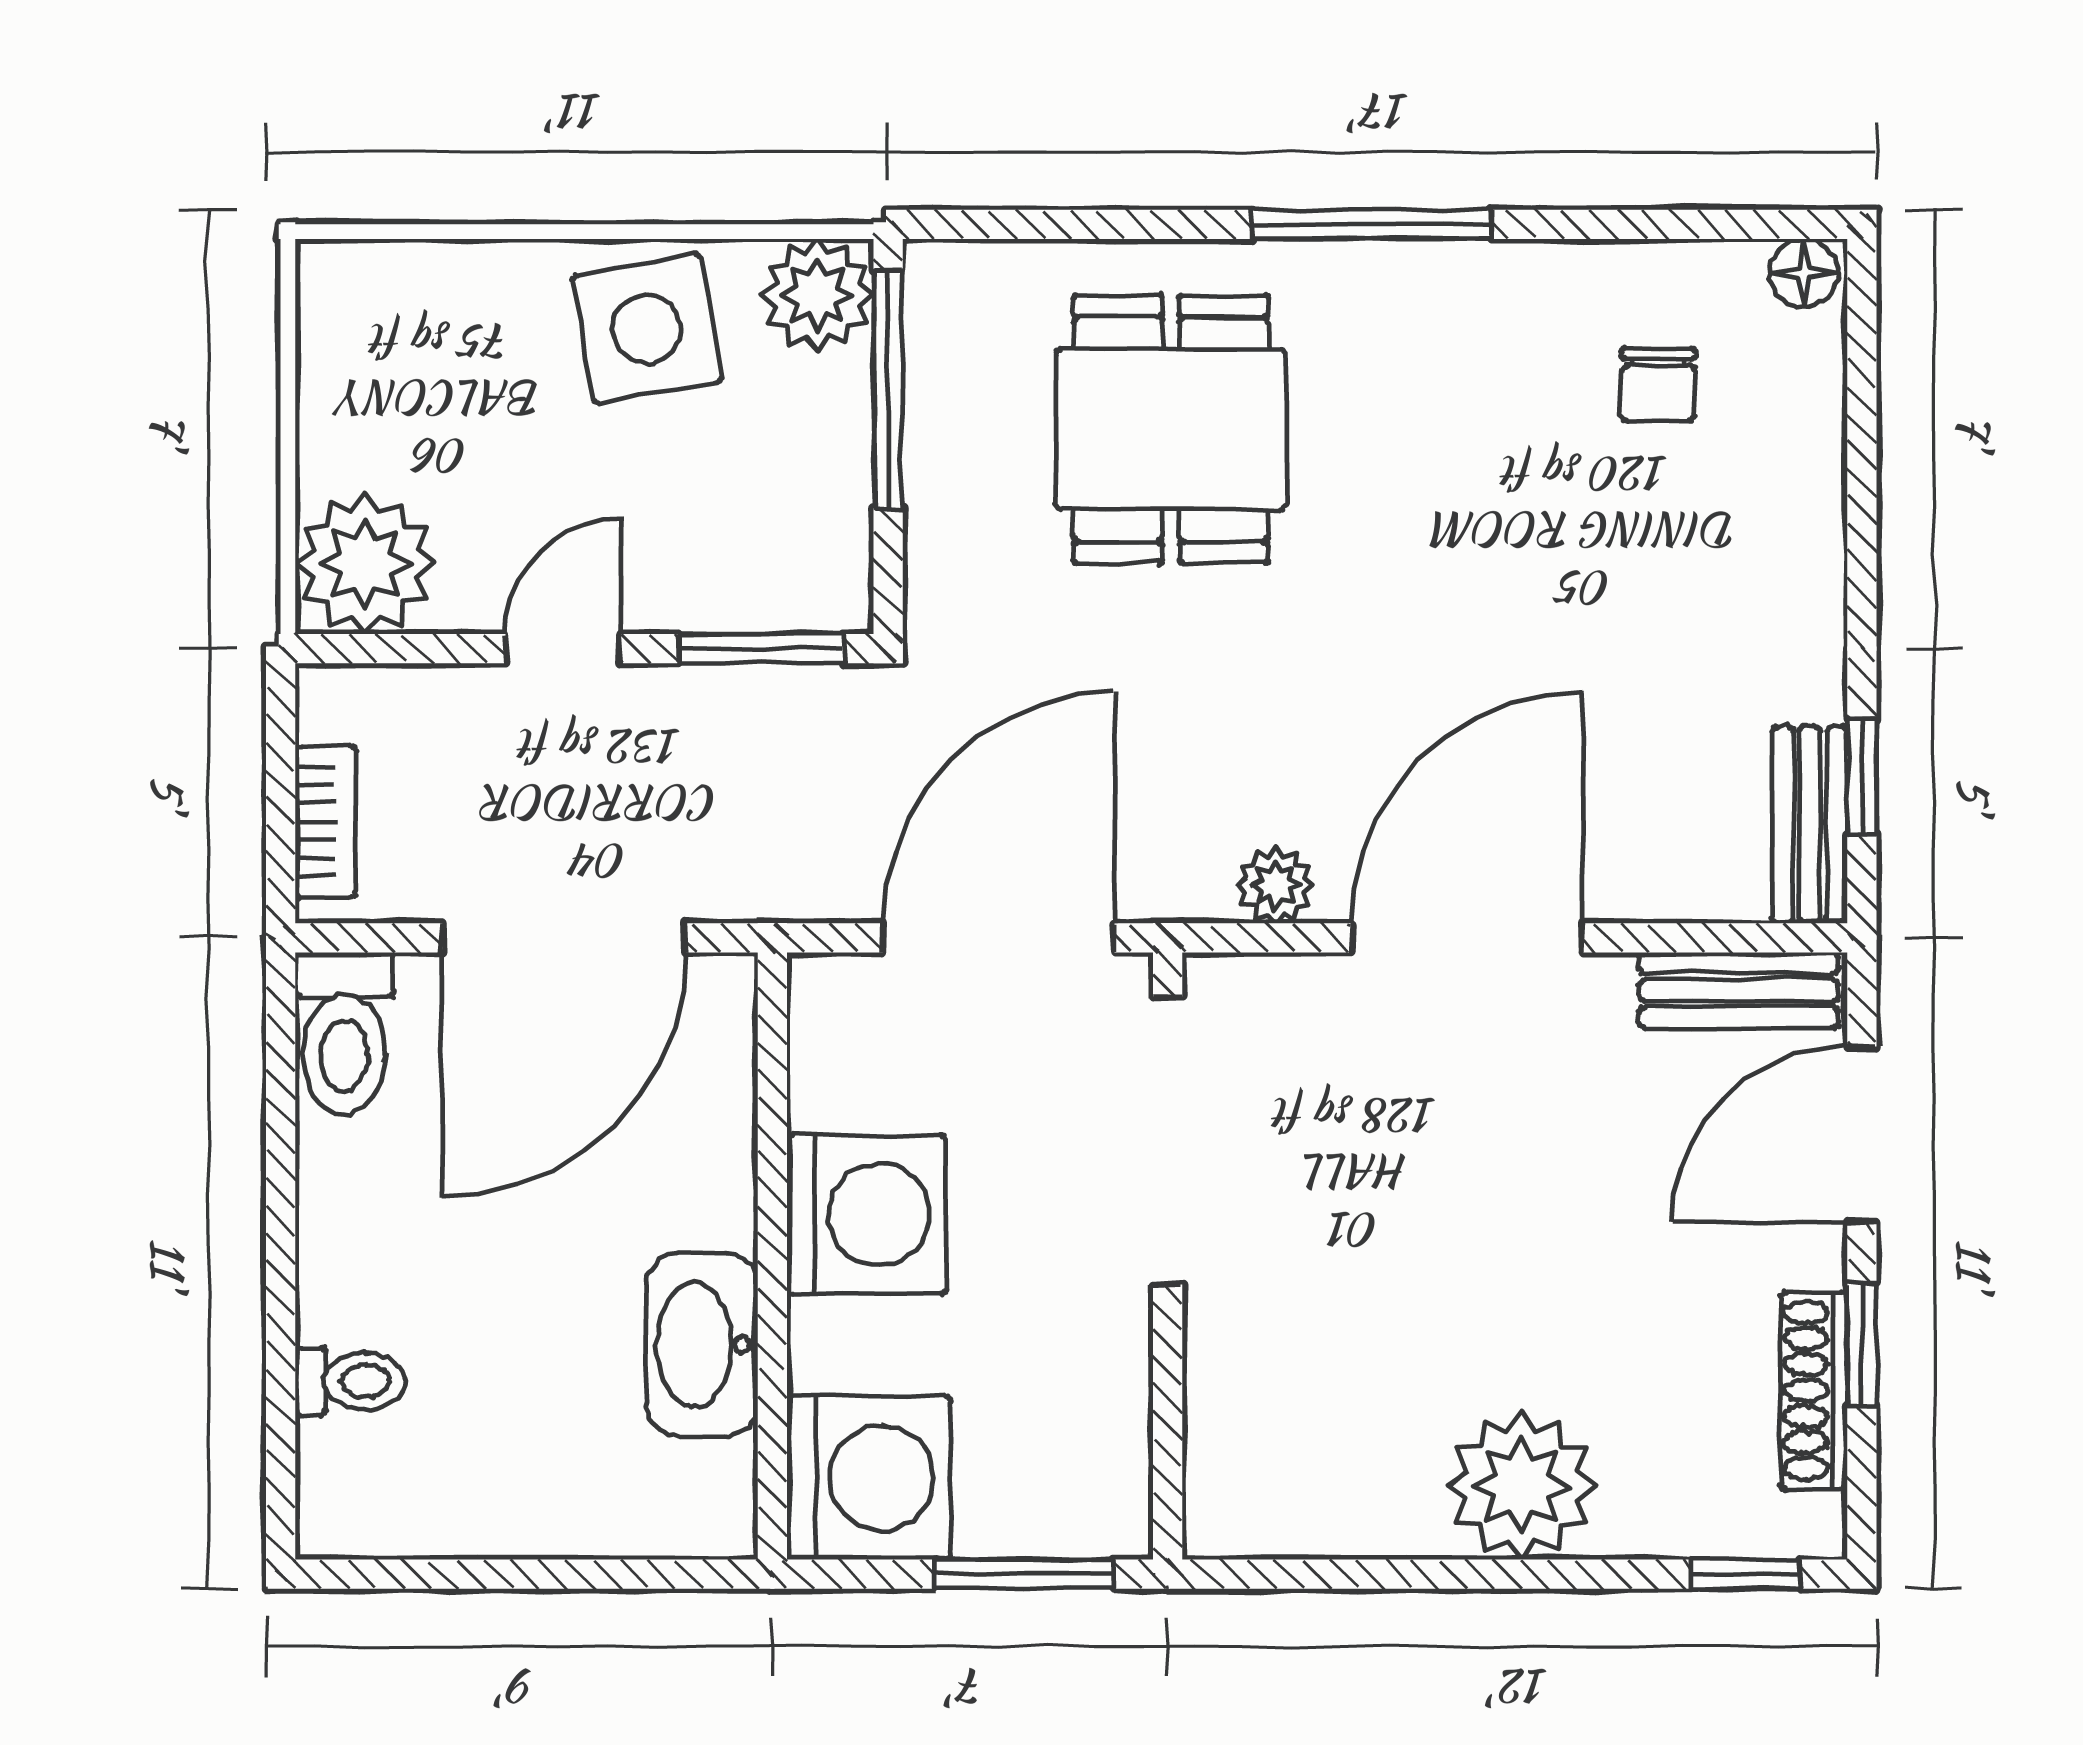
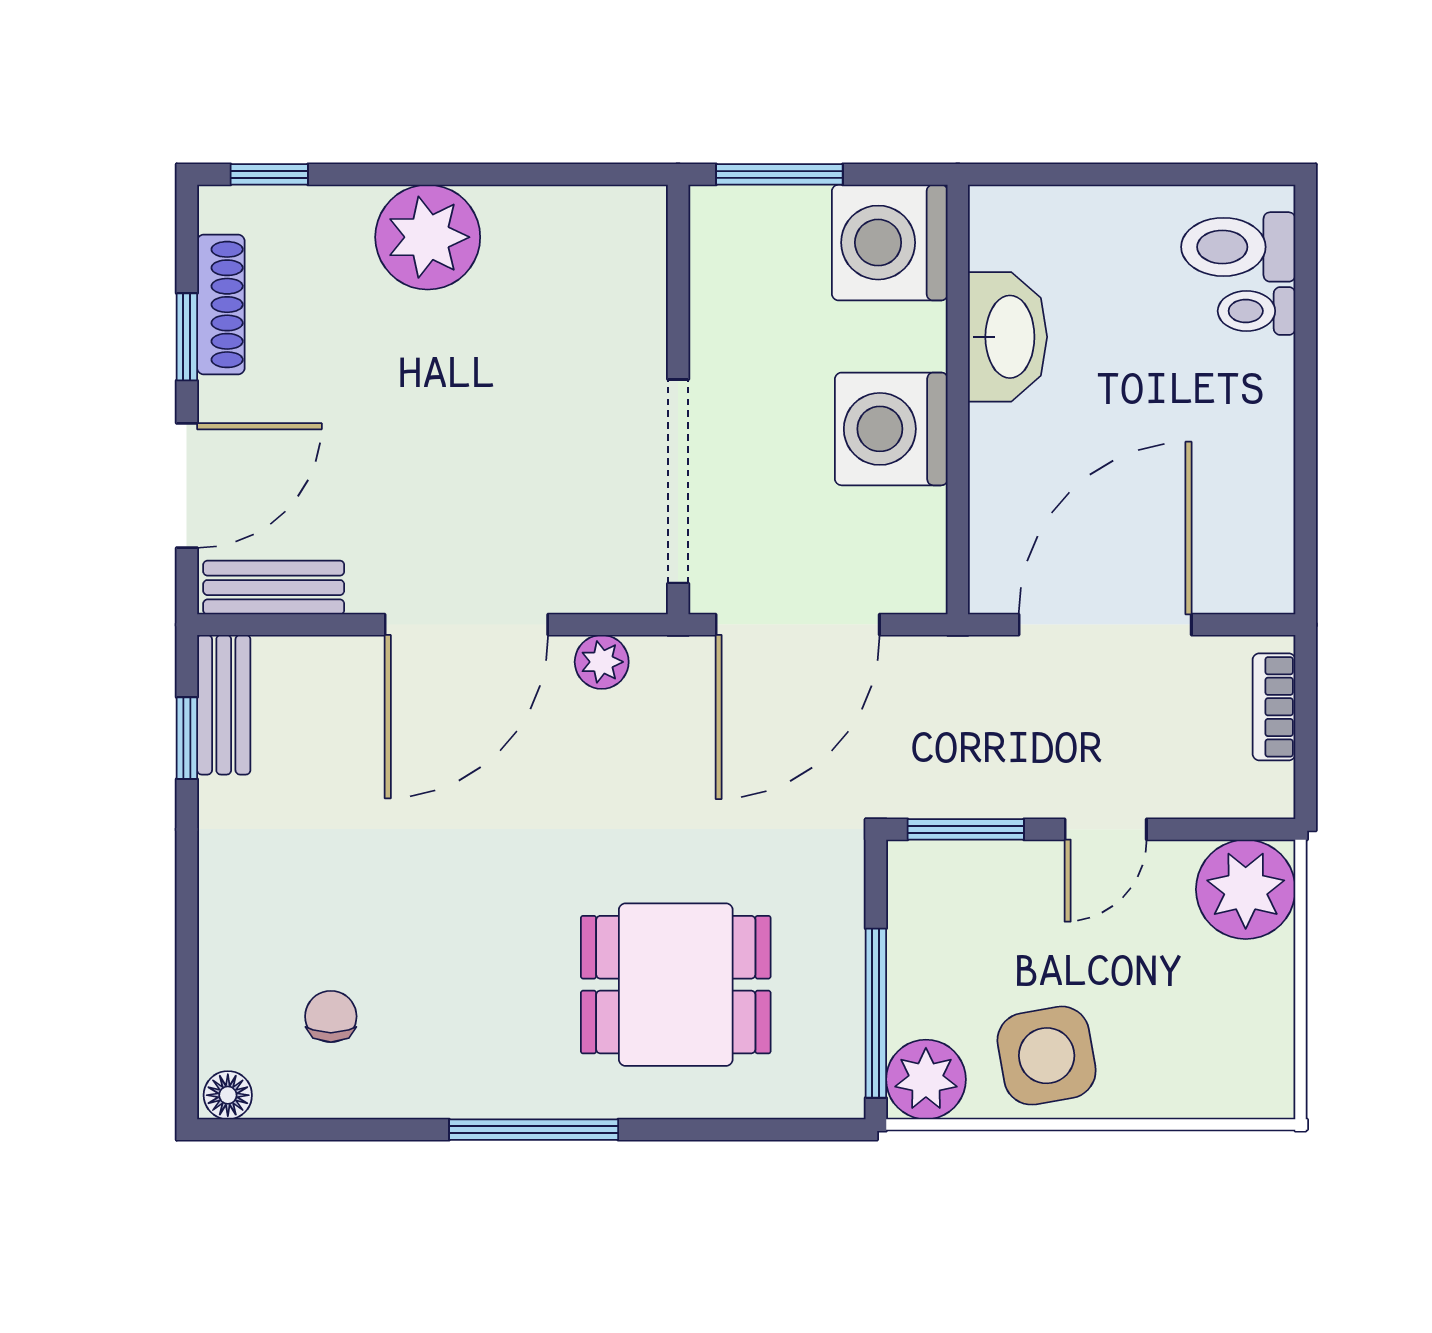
dining table: (1171, 429) -> (676, 985), turned 90
toilet: (344, 1033) -> (1238, 247), moved, turned -90

